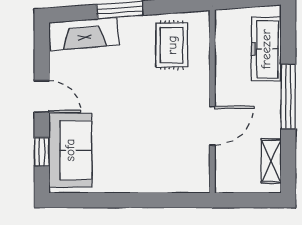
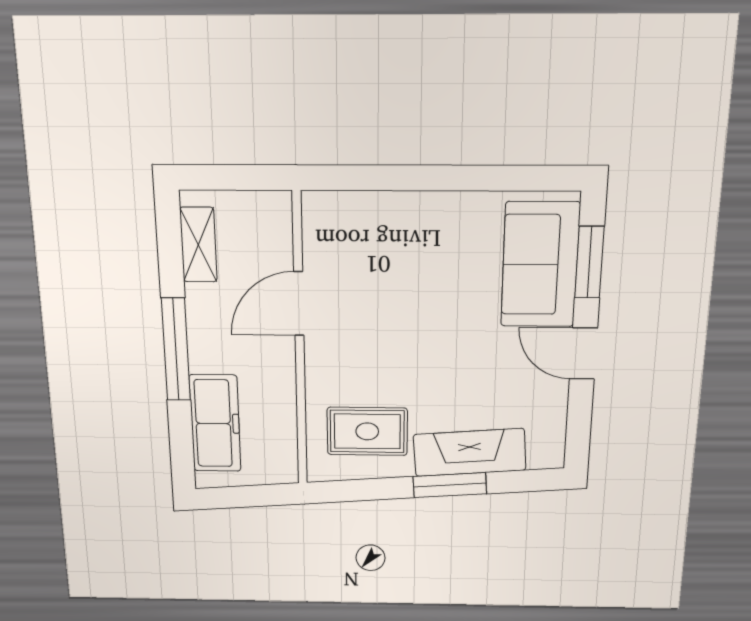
fireplace: (84, 34) -> (470, 452), moved
rug: (172, 45) -> (367, 431), turned 90
window: (42, 152) -> (589, 262), width x1.50

